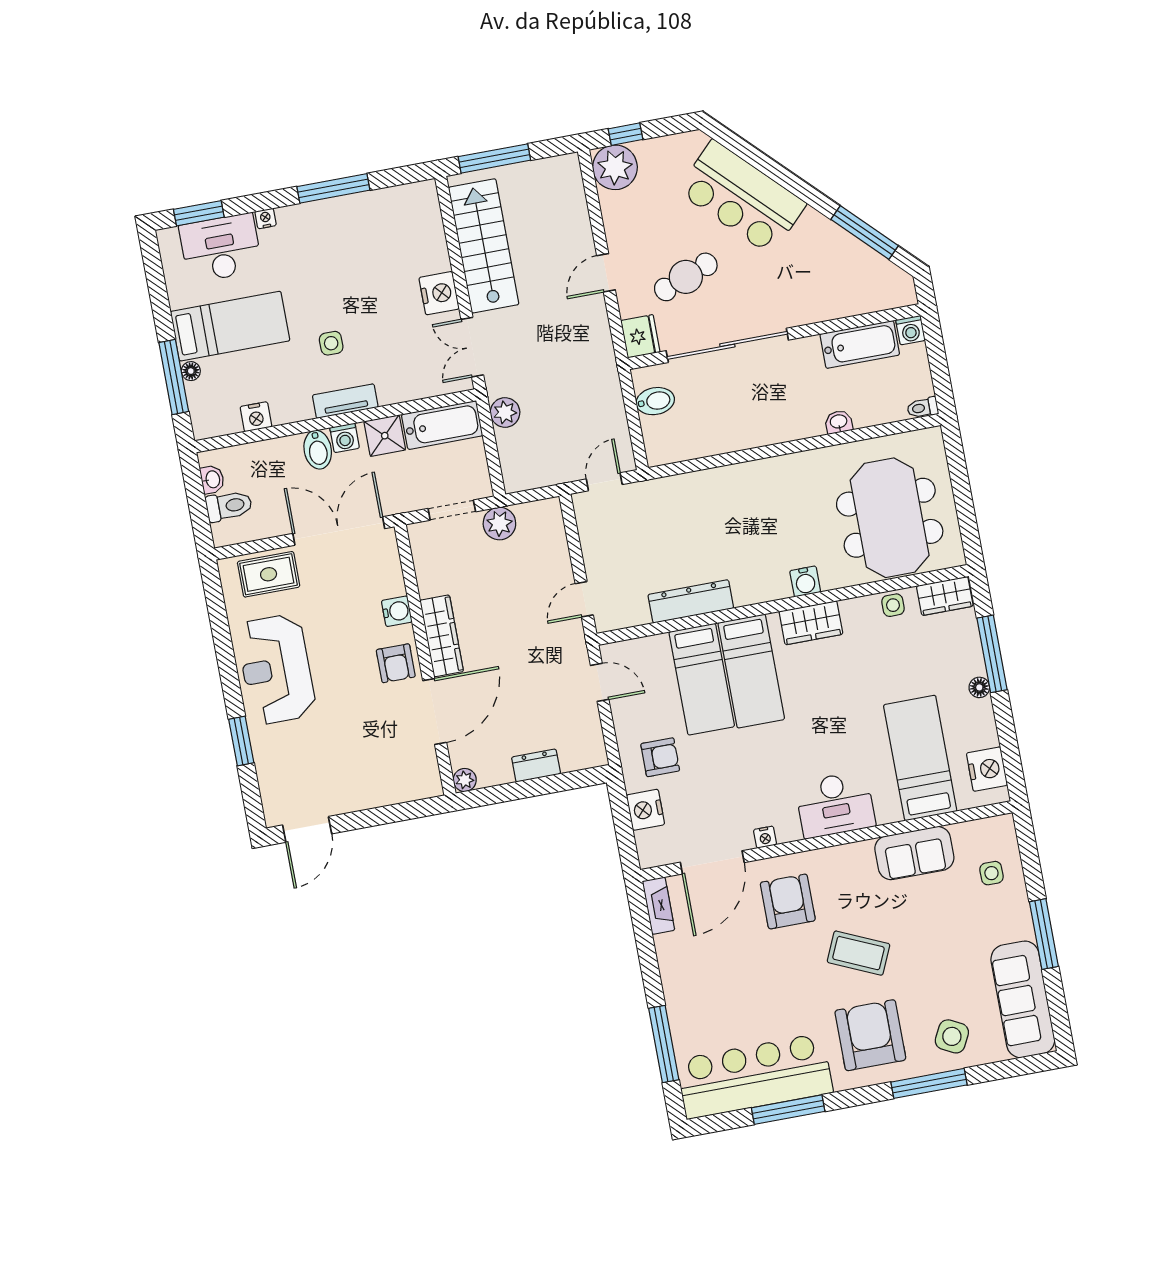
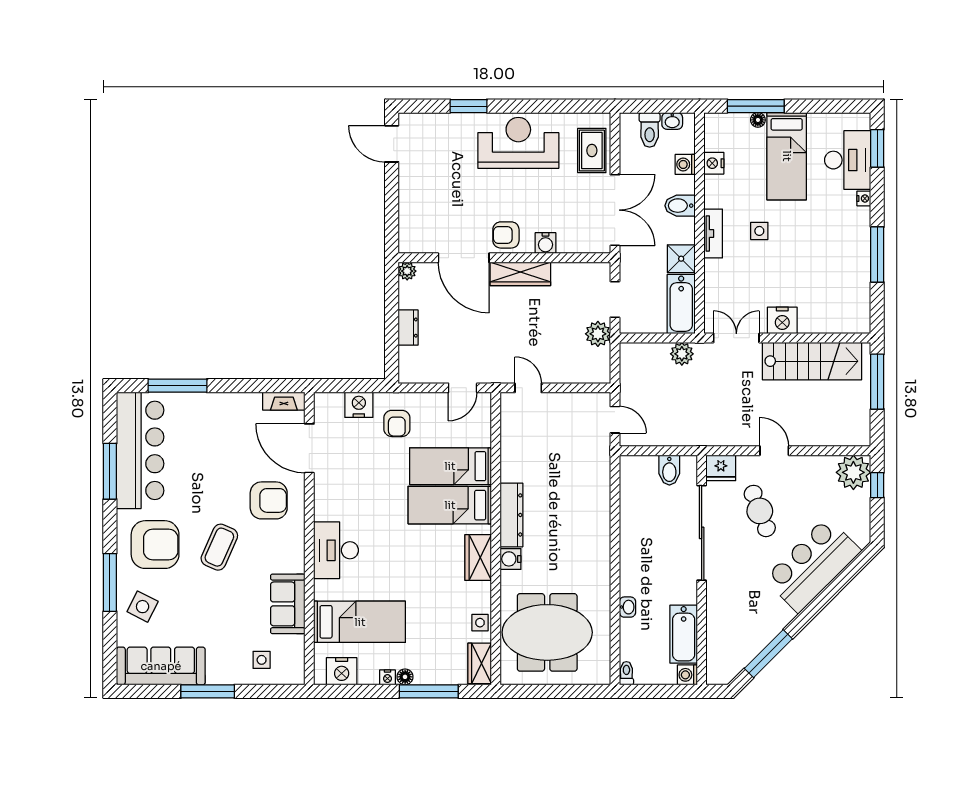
washing machine: (345, 438) -> (685, 164), moved
dresser: (691, 601) -> (511, 515), moved
nightstand: (765, 837) -> (387, 677), moved, turned -90

